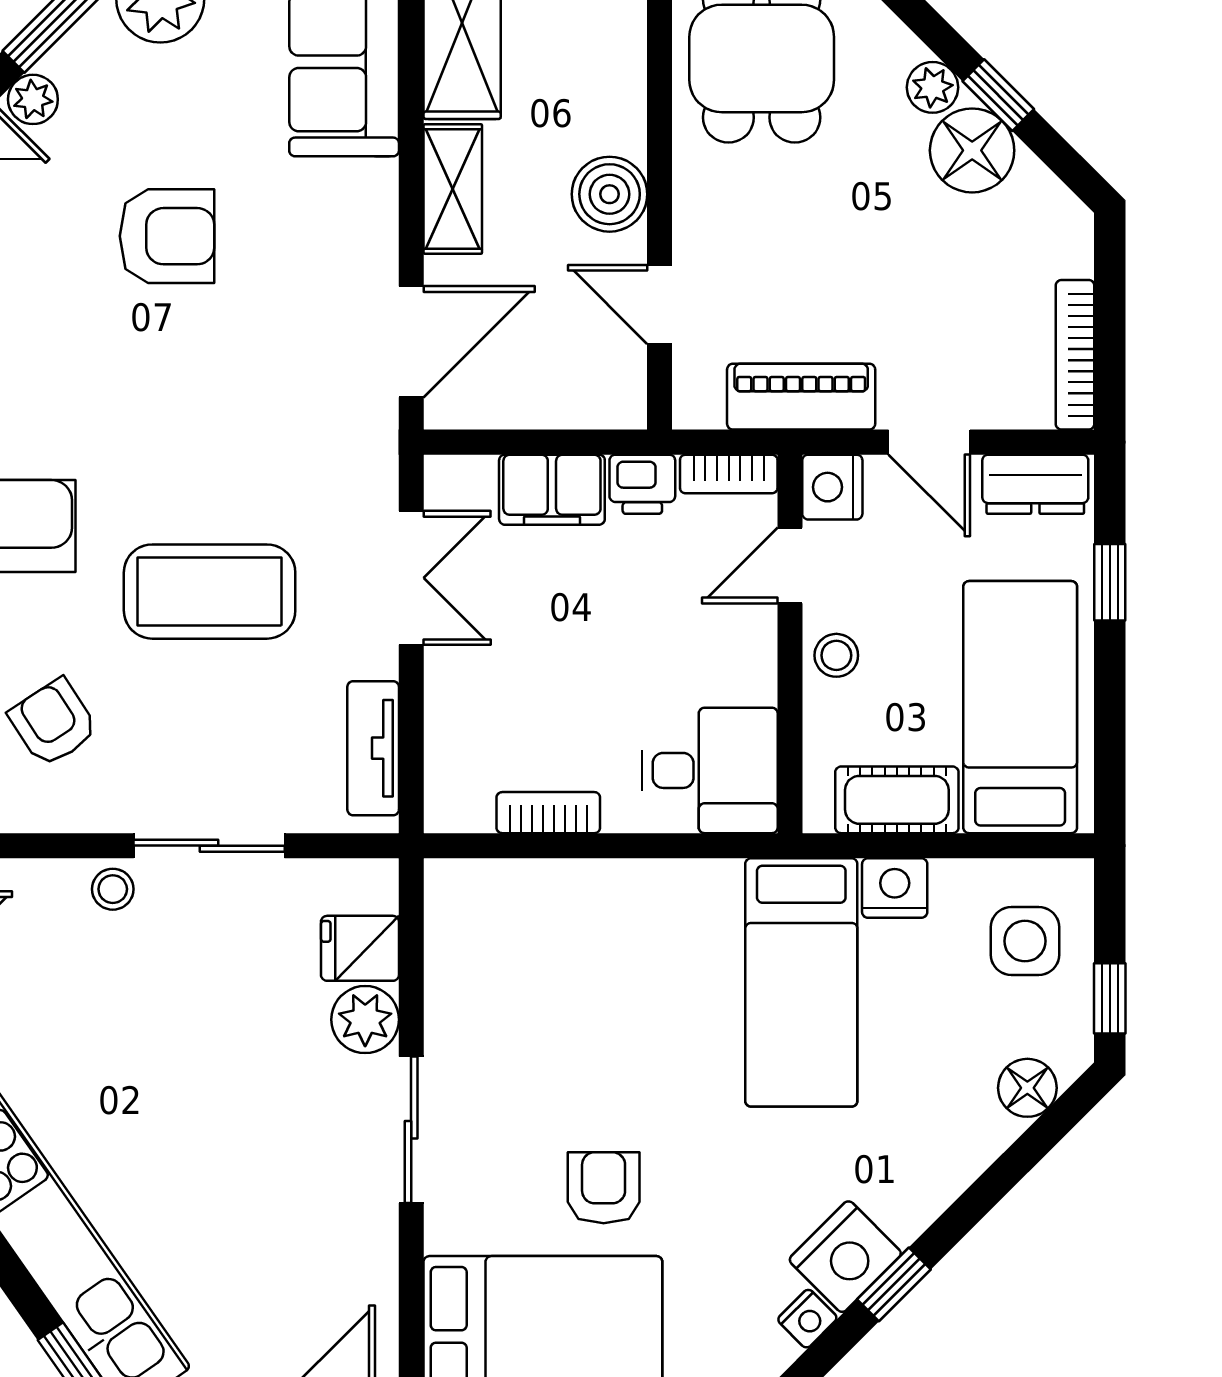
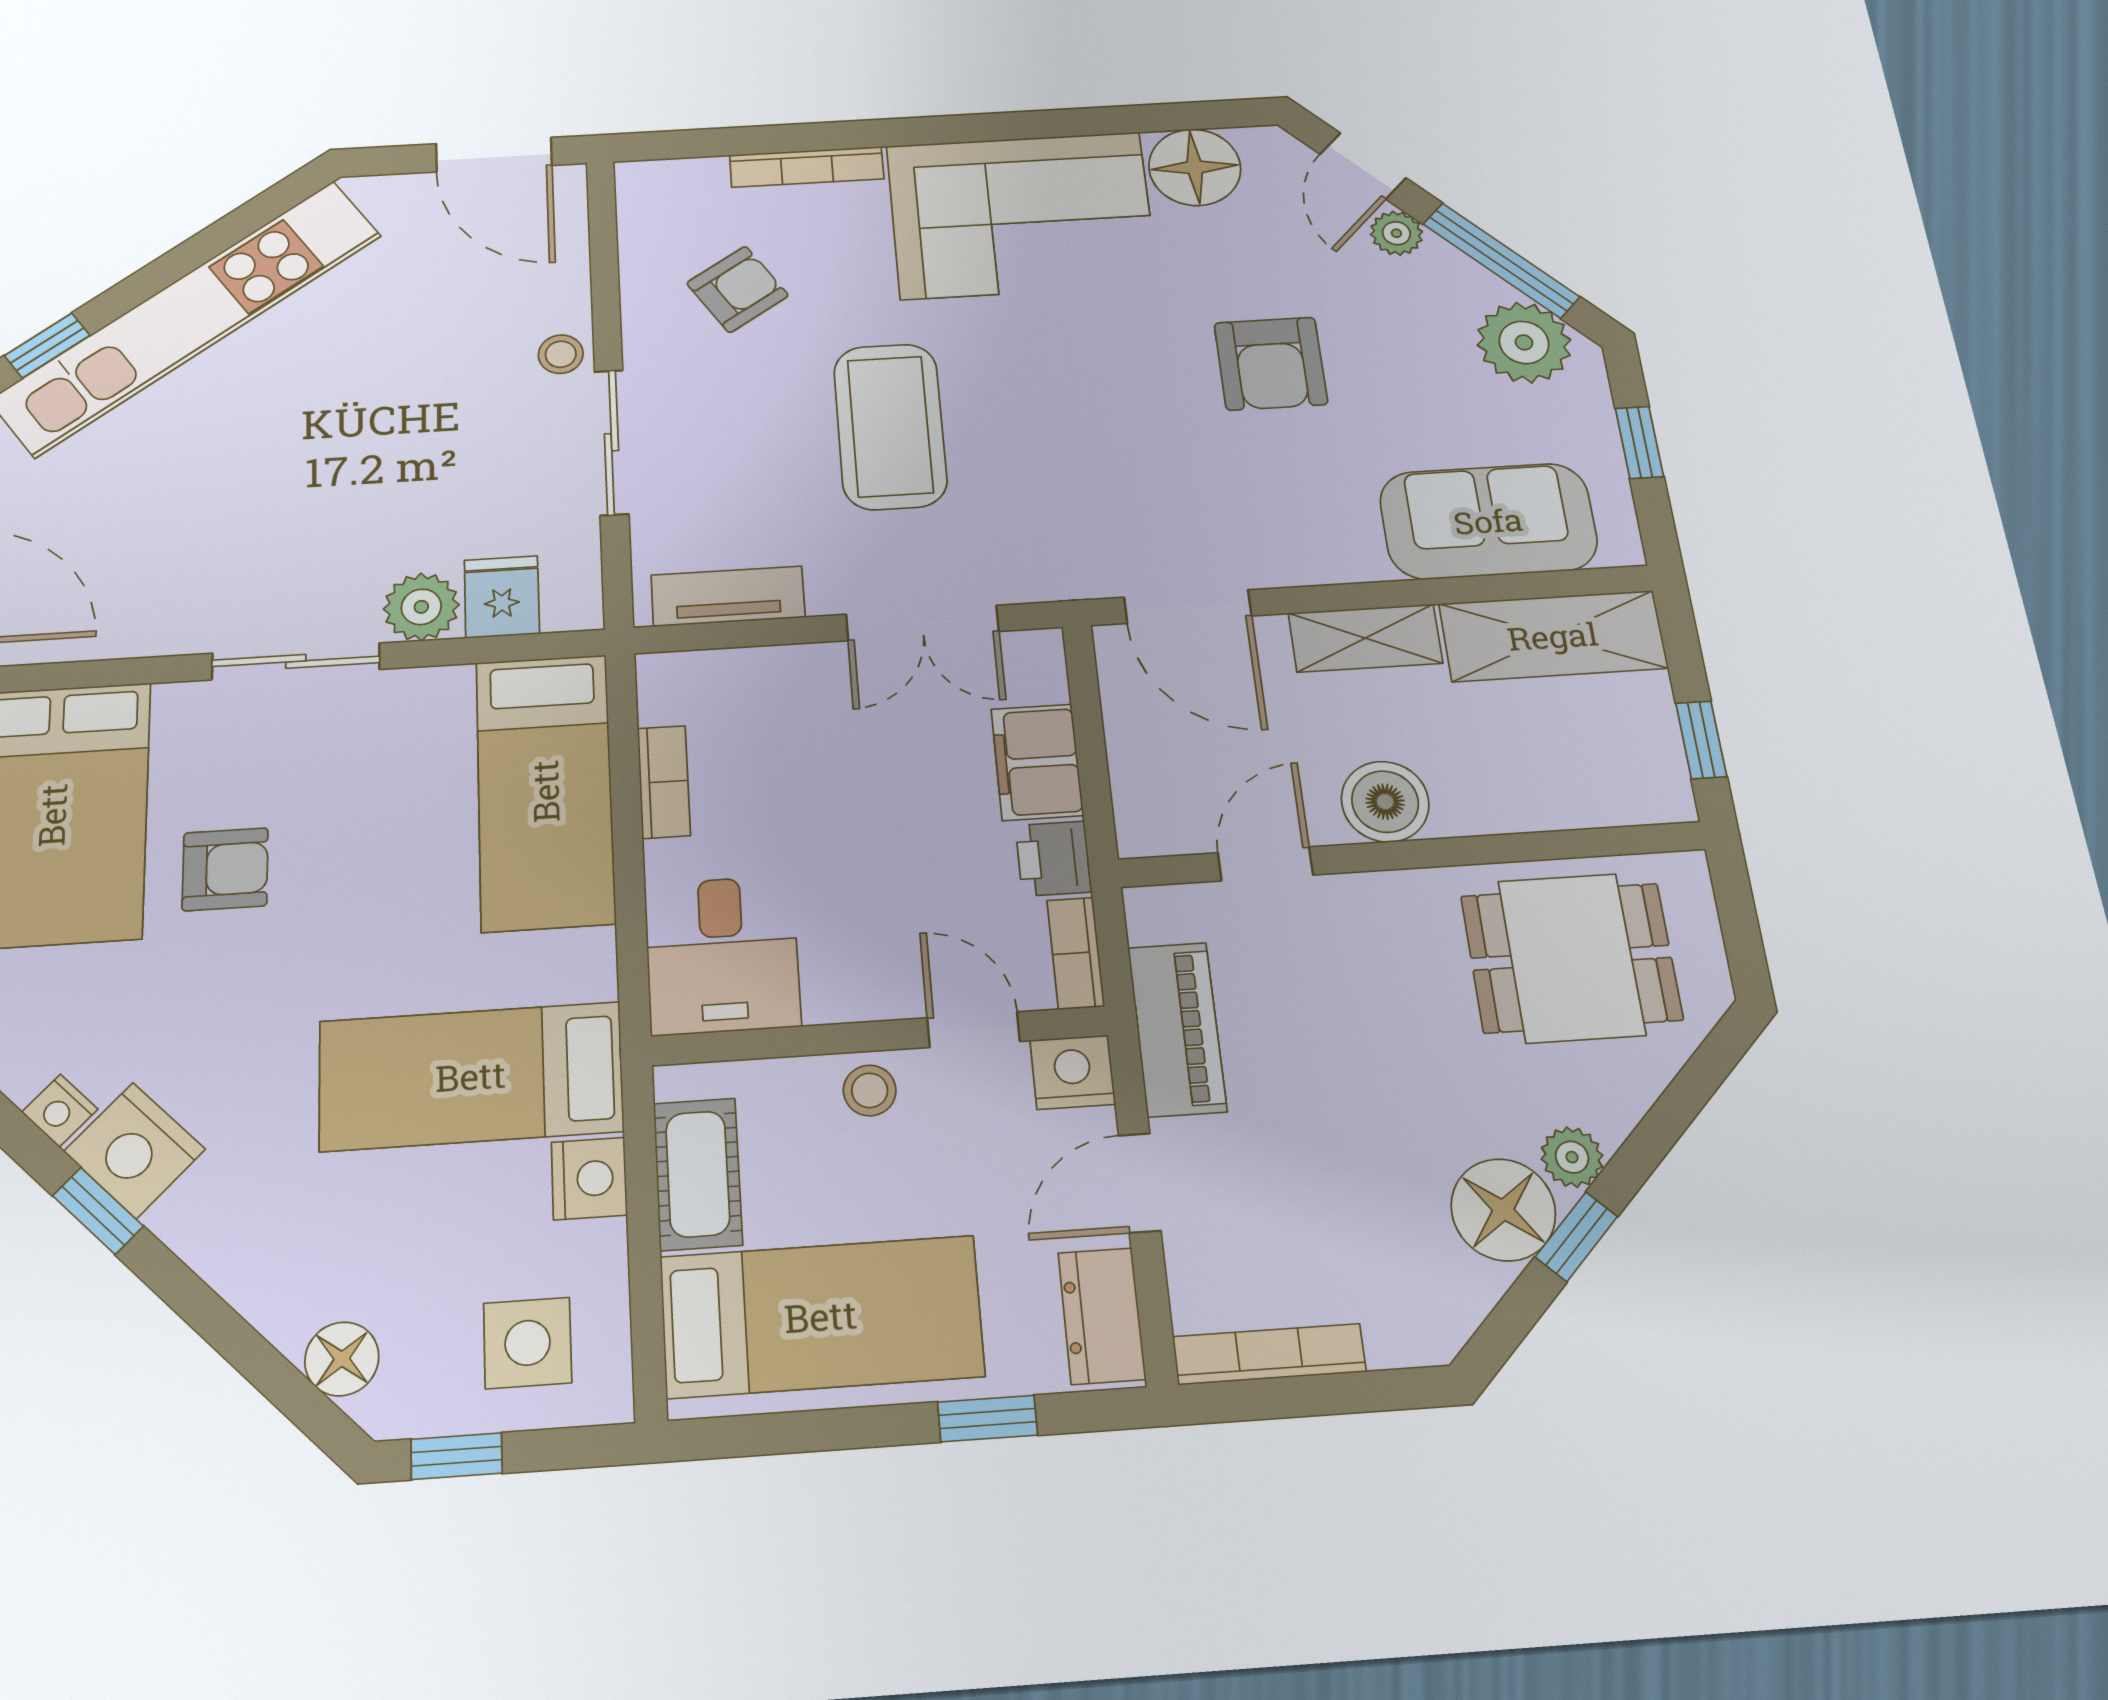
bed: (550, 915) -> (545, 791), added

